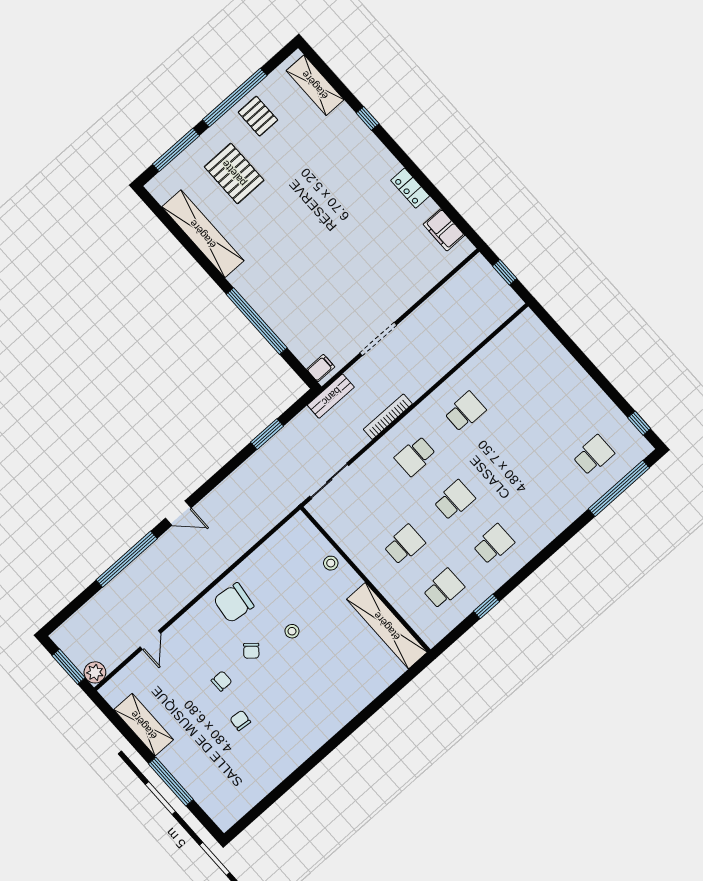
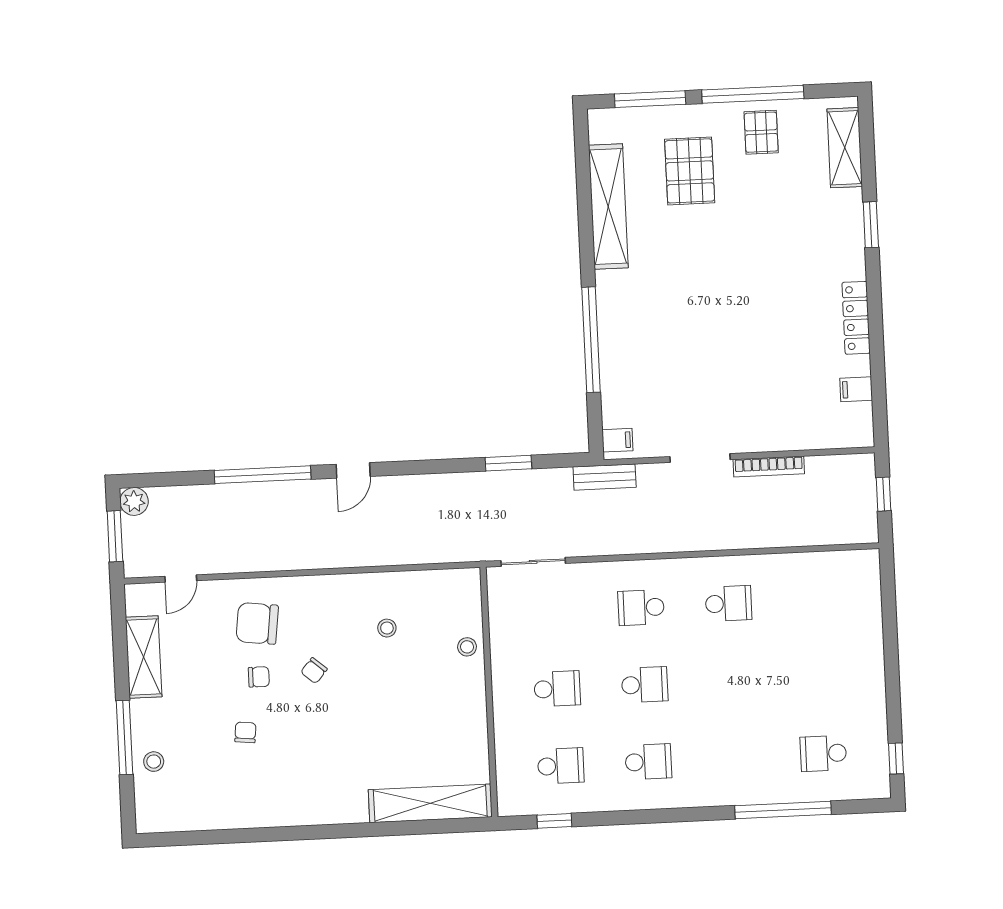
window: (368, 118) -> (871, 225), width x1.50
locker: (410, 188) -> (856, 318), width x1.53
filing cabinet: (444, 230) -> (856, 389), width x0.50
bookcase: (388, 417) -> (769, 466), moved, turned 180
school desk: (594, 455) -> (823, 753), turned 180
window: (619, 488) -> (783, 810), moved
door: (178, 513) -> (353, 470), hinge flipped
chair: (234, 603) -> (257, 623), moved
window: (487, 606) -> (554, 821), moved
shelving: (387, 626) -> (430, 803), moved, turned 90
stool: (292, 631) -> (387, 628), moved
door: (150, 640) -> (181, 579), moved
plant: (95, 672) -> (134, 501), moved
stool: (200, 782) -> (154, 762), added

